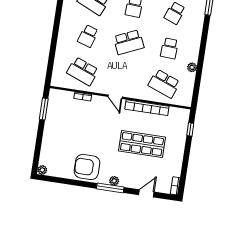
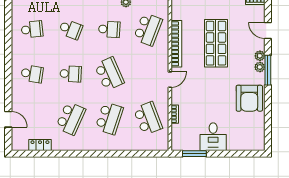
school desk: (88, 36) -> (109, 118), width x1.85
school desk: (83, 71) -> (148, 118), turned -42
desk: (57, 129) -> (213, 137), added
plant: (42, 170) -> (260, 56), moved

